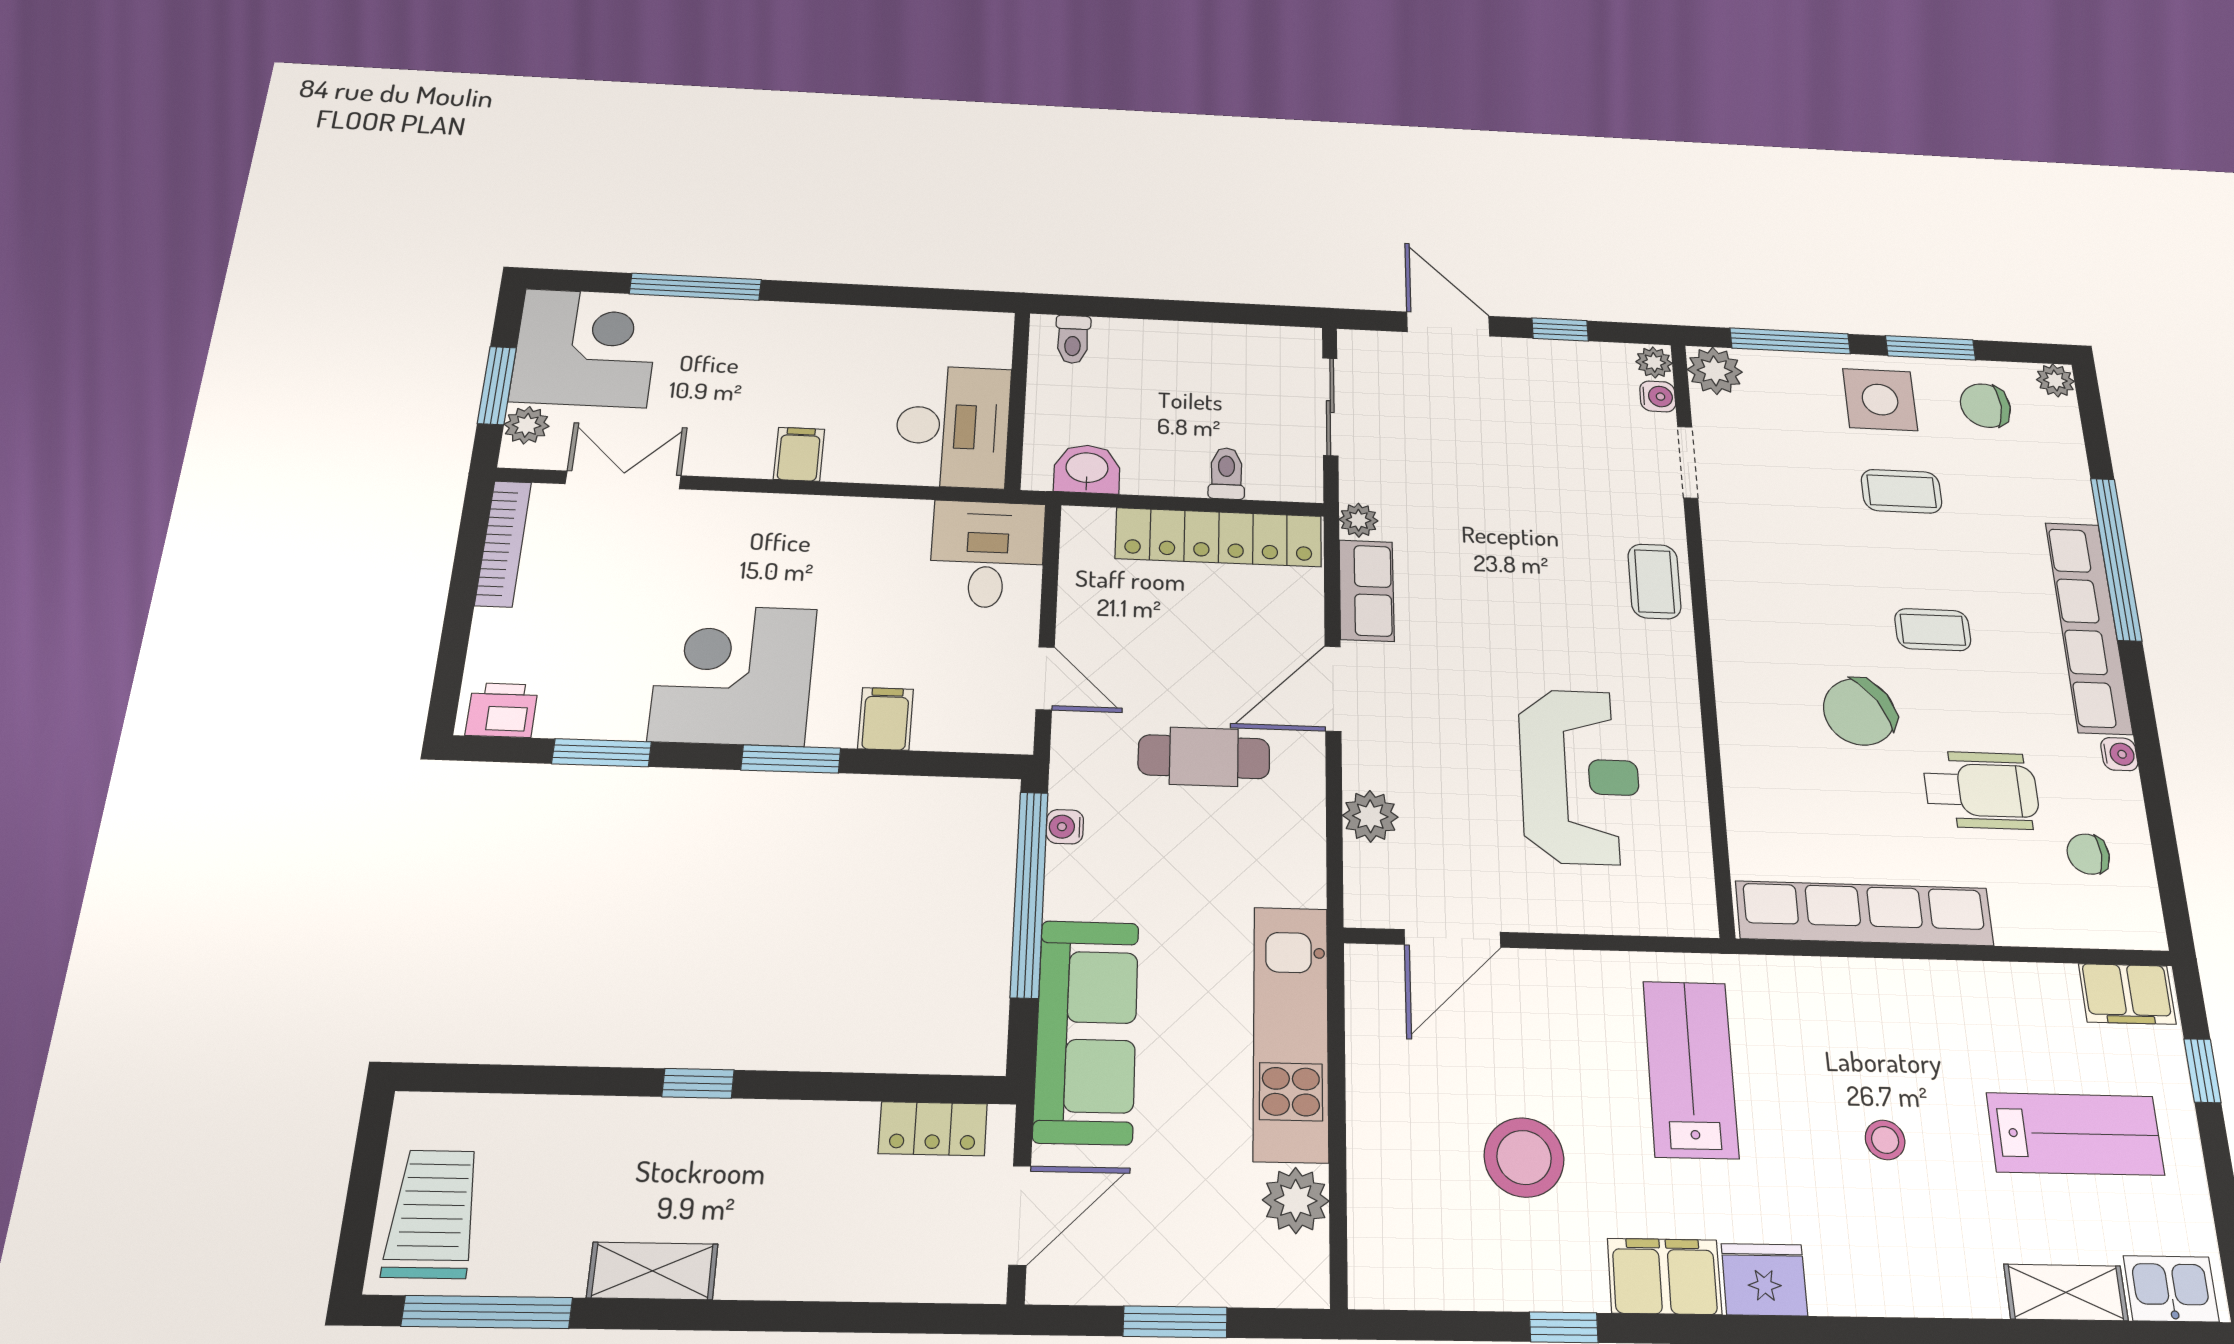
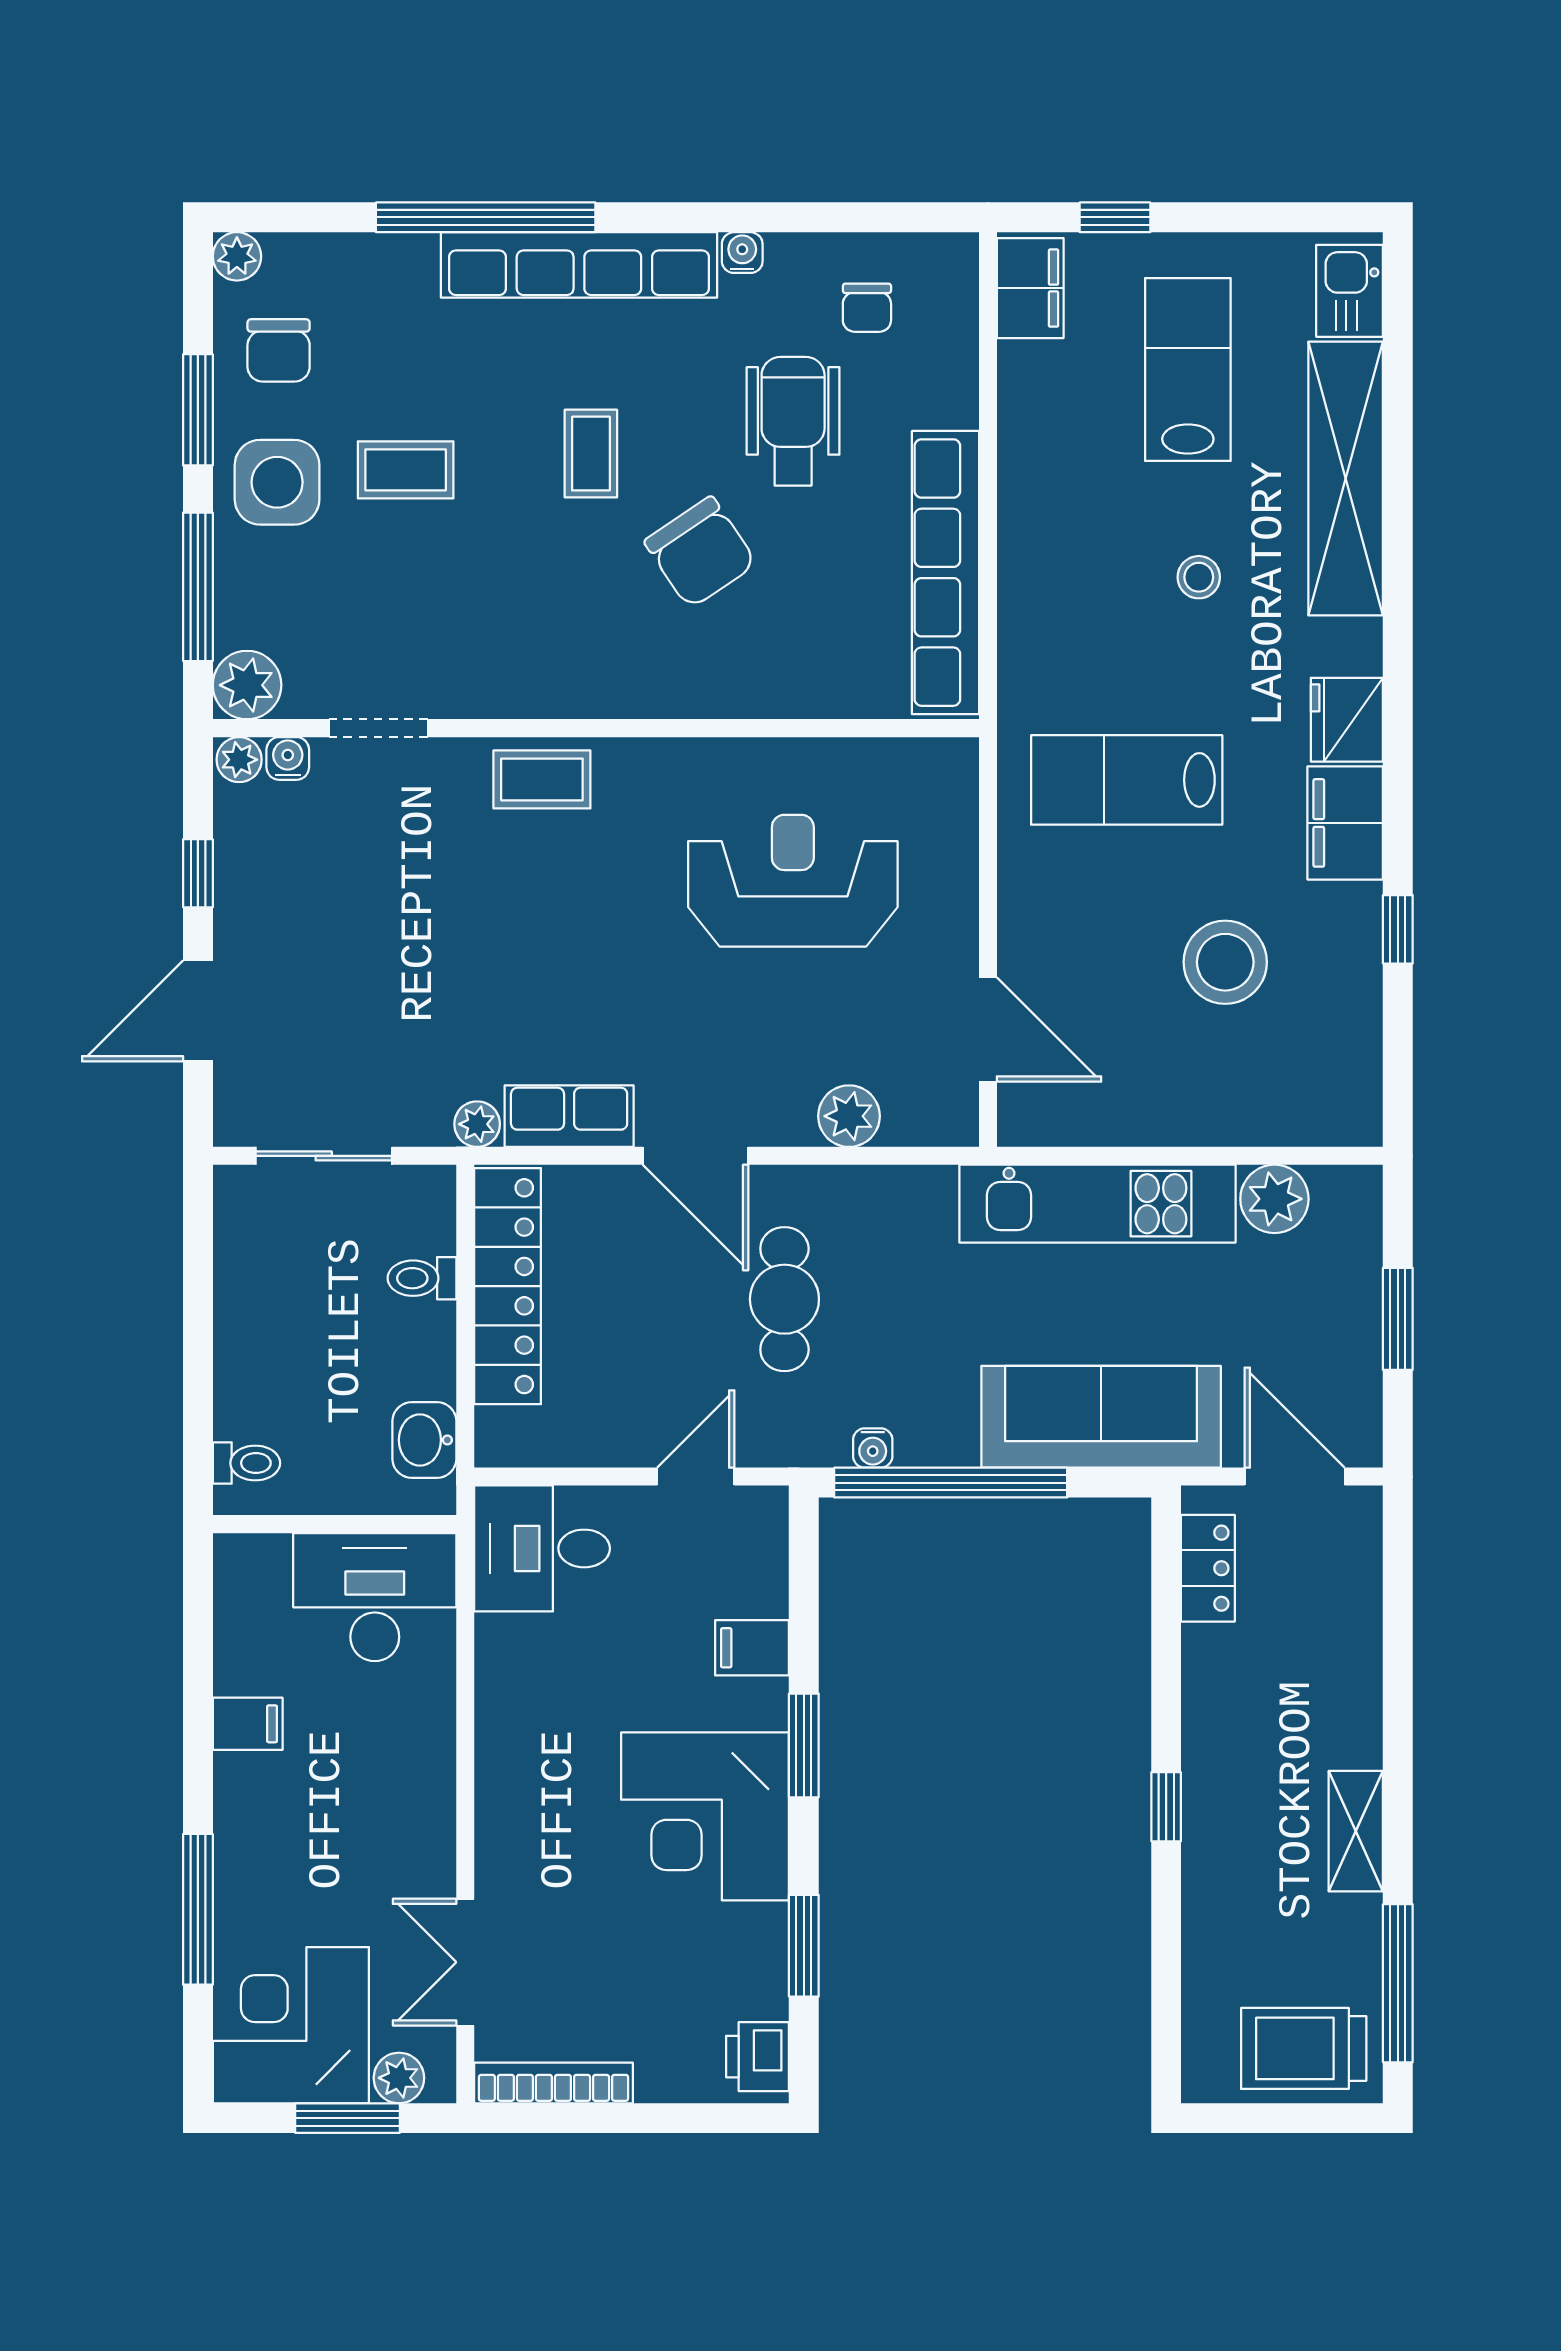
filing cabinet: (799, 454) -> (248, 1724), moved, turned 180
coffee table: (1902, 491) -> (406, 470), turned 90
shelving: (2066, 1292) -> (1346, 479), width x2.20, depth x1.33

